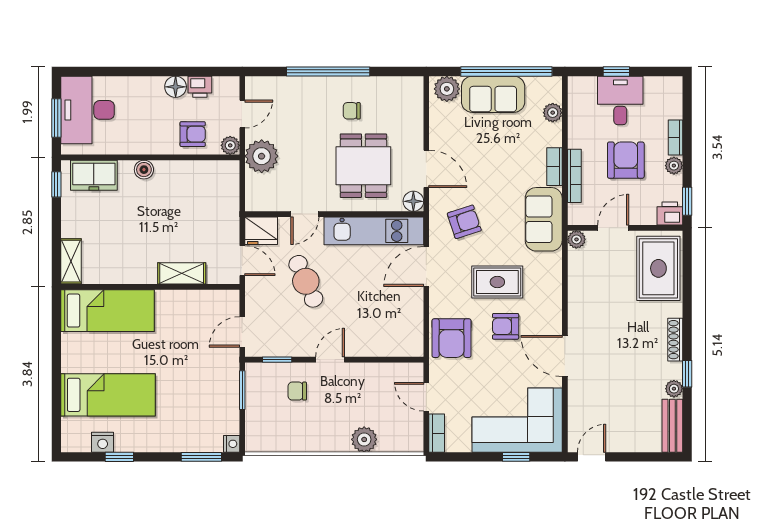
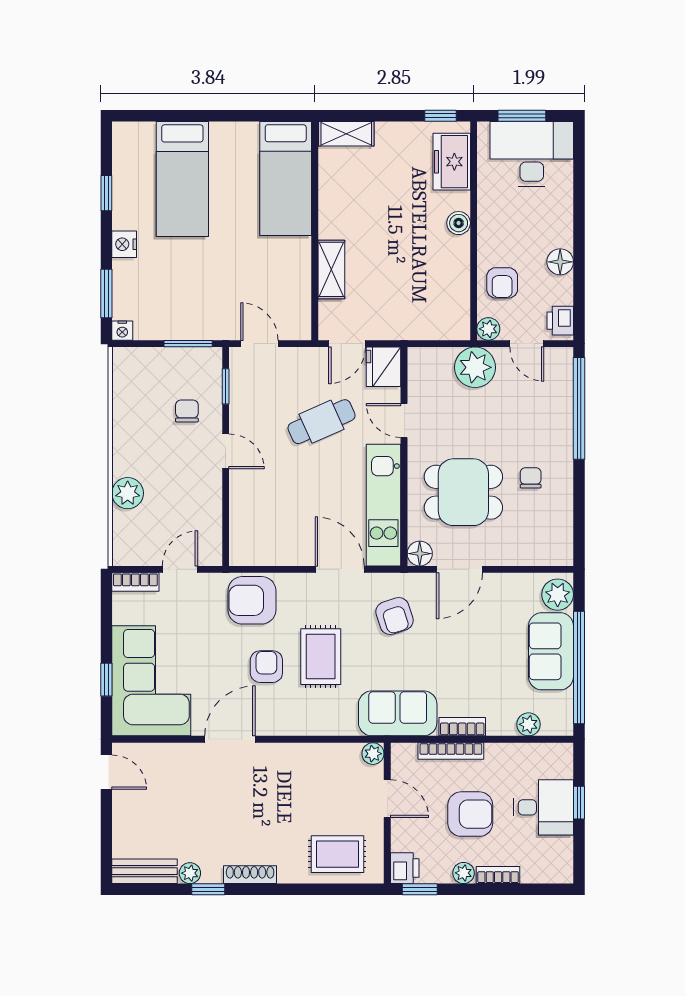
window: (328, 71) -> (579, 408), moved
printer: (200, 87) -> (560, 321), moved
rug: (658, 268) -> (337, 854), width x0.73, depth x0.70
nightstand: (103, 442) -> (124, 244), moved

